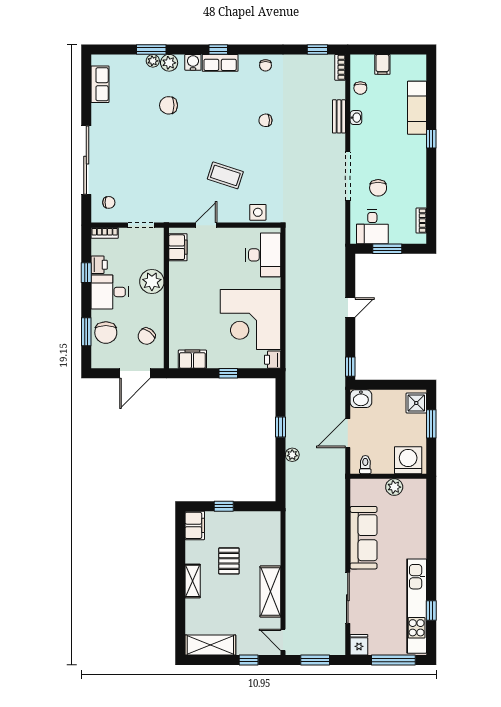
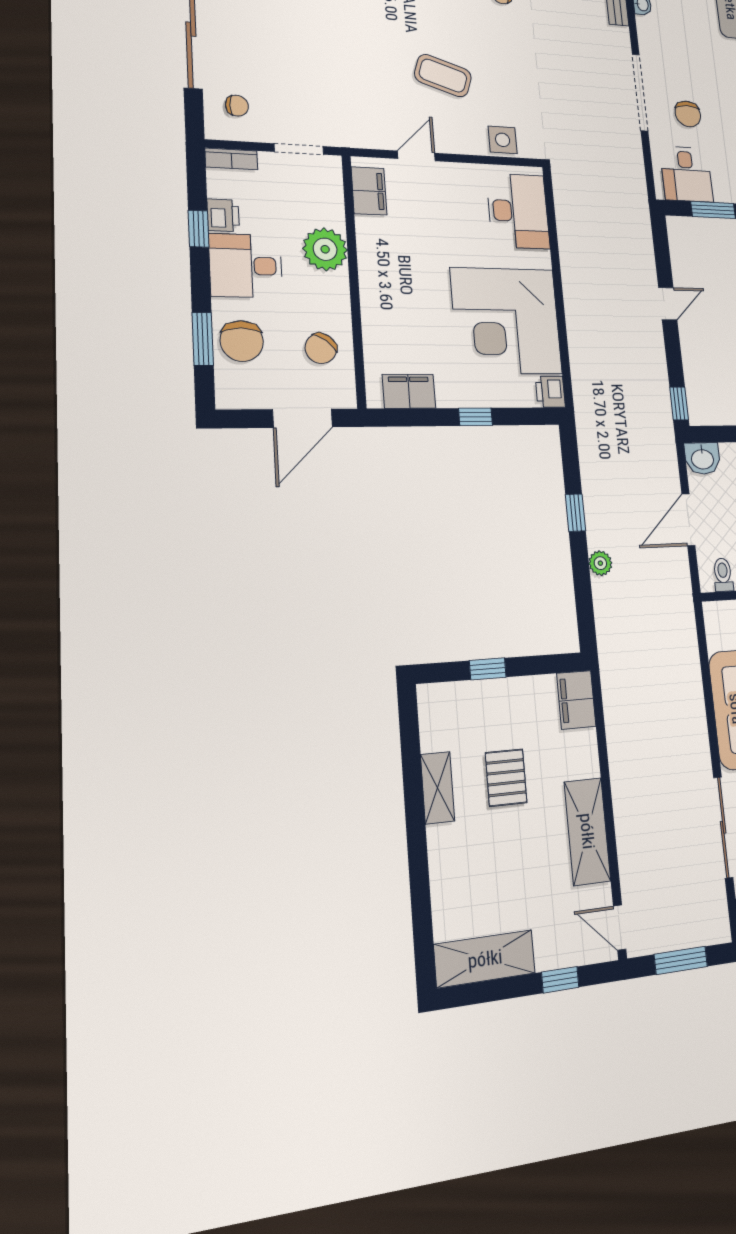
filing cabinet: (195, 525) -> (576, 700), moved, turned 180
shelving: (193, 581) -> (438, 788), moved

